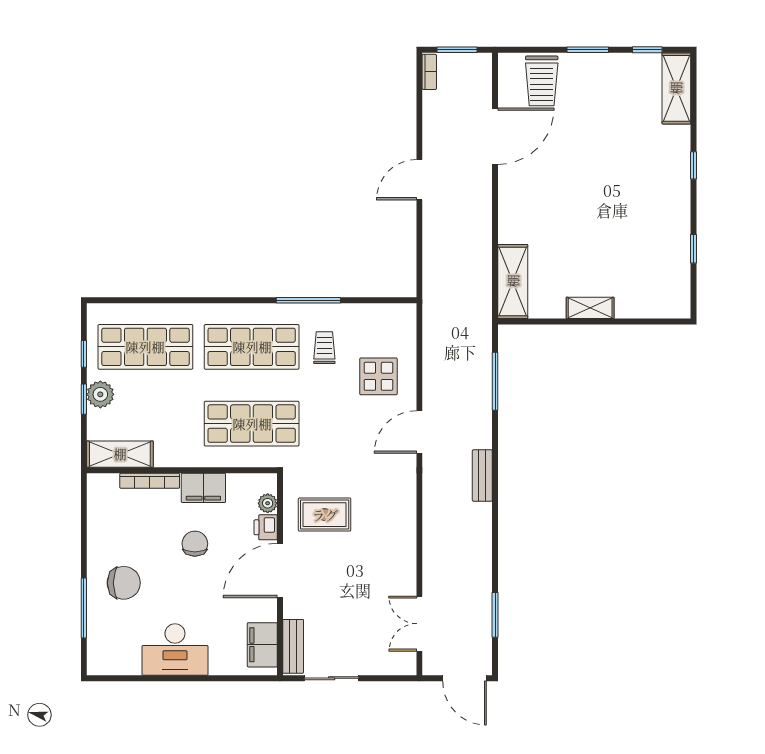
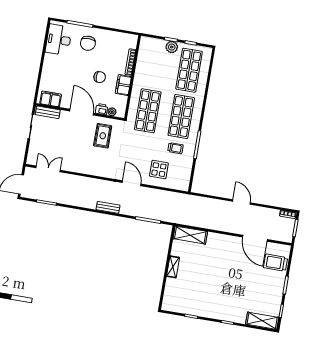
shelving: (120, 454) -> (144, 51), removed
desk: (175, 650) -> (59, 40), moved

